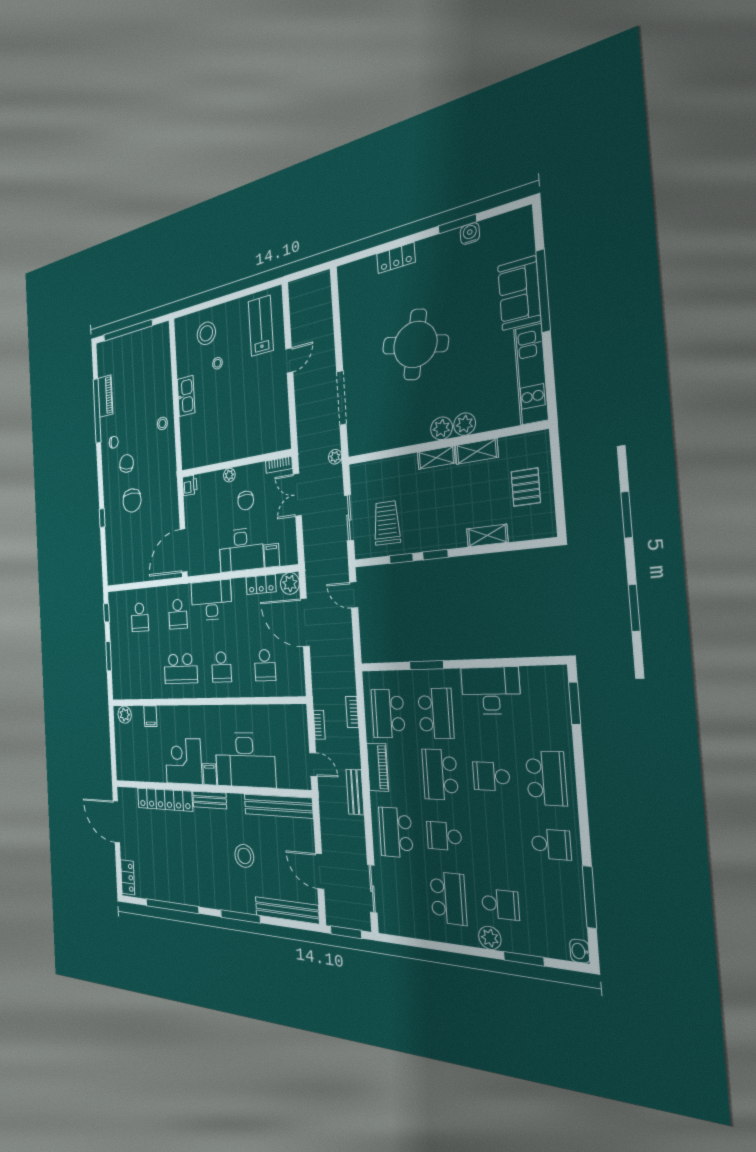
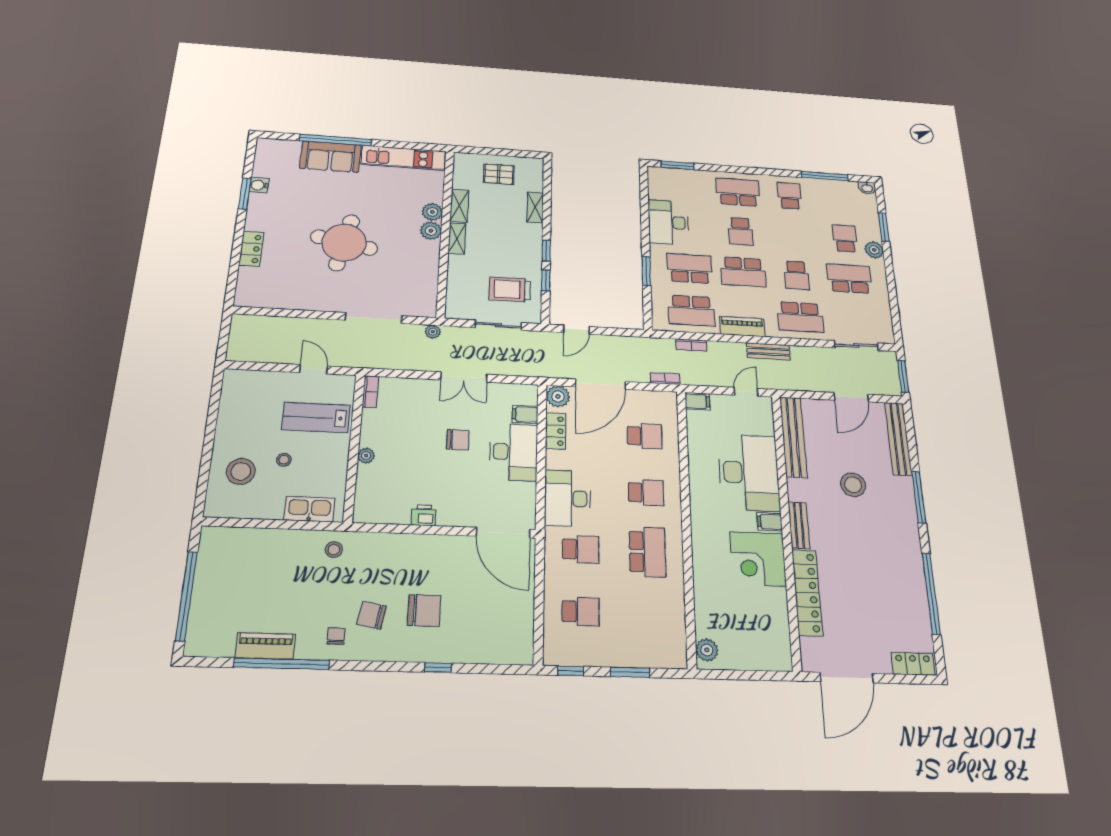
lab bench: (261, 326) -> (316, 417), moved
wall: (235, 464) -> (354, 447), moved
bookcase: (279, 465) -> (370, 392), moved
plant: (229, 475) -> (366, 455), moved
filing cabinet: (150, 716) -> (697, 401), moved
bookcase: (319, 725) -> (665, 379), moved

